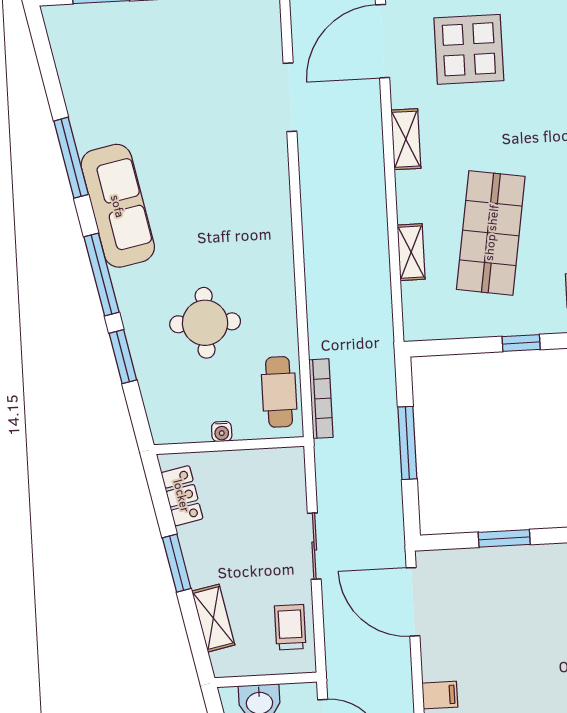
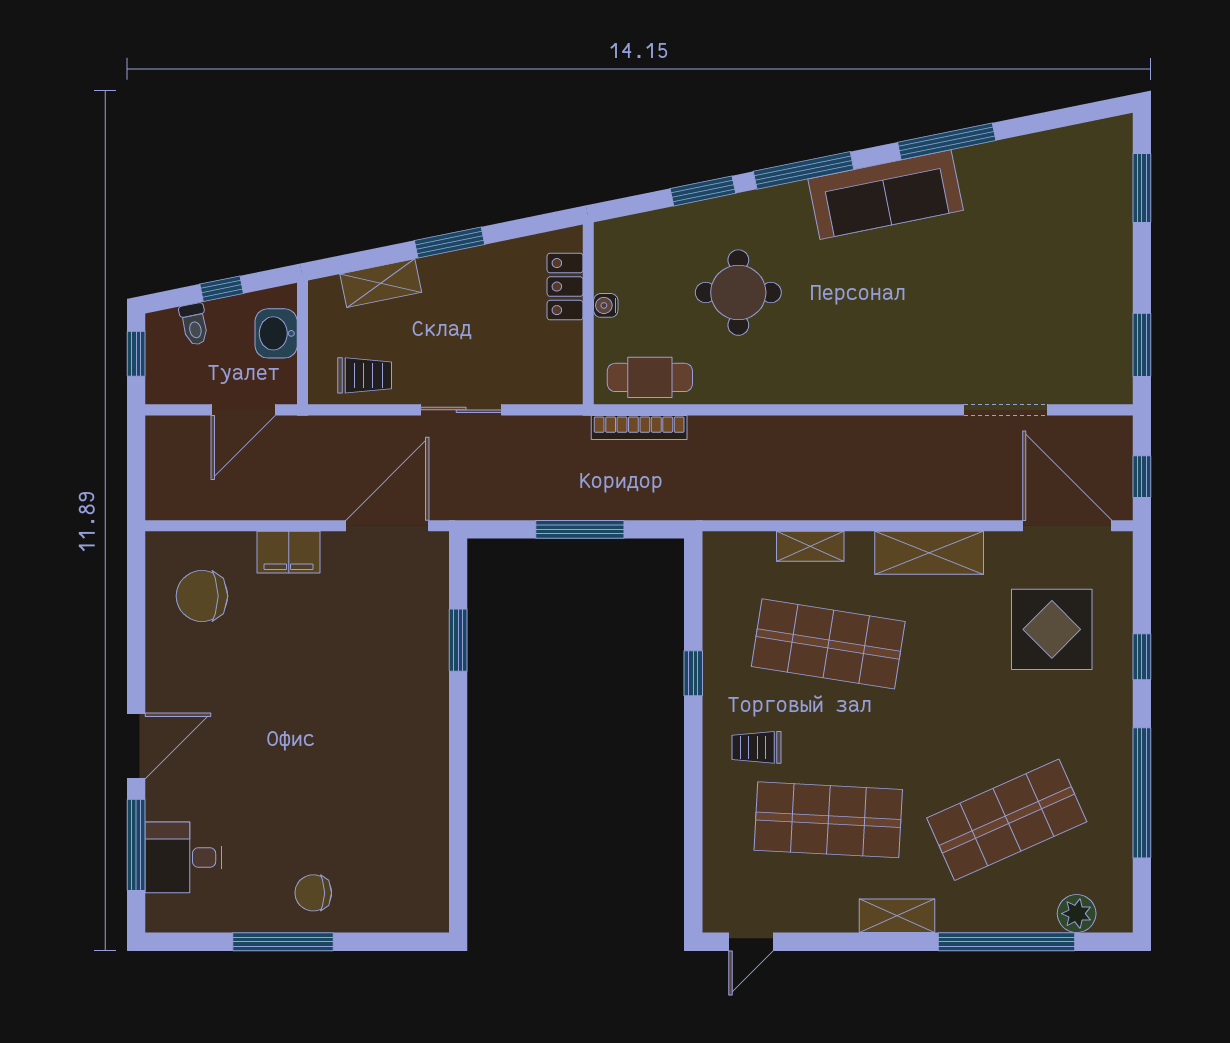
shelving: (406, 139) -> (929, 553), width x1.50, depth x1.33
locker: (182, 496) -> (565, 287), moved, turned 101
filing cabinet: (440, 695) -> (289, 552), width x2.00

